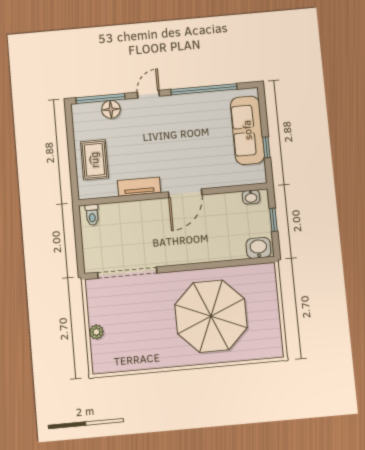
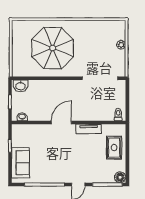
floor lamp: (111, 109) -> (120, 177), moved
sofa: (247, 130) -> (20, 163), width x0.73

